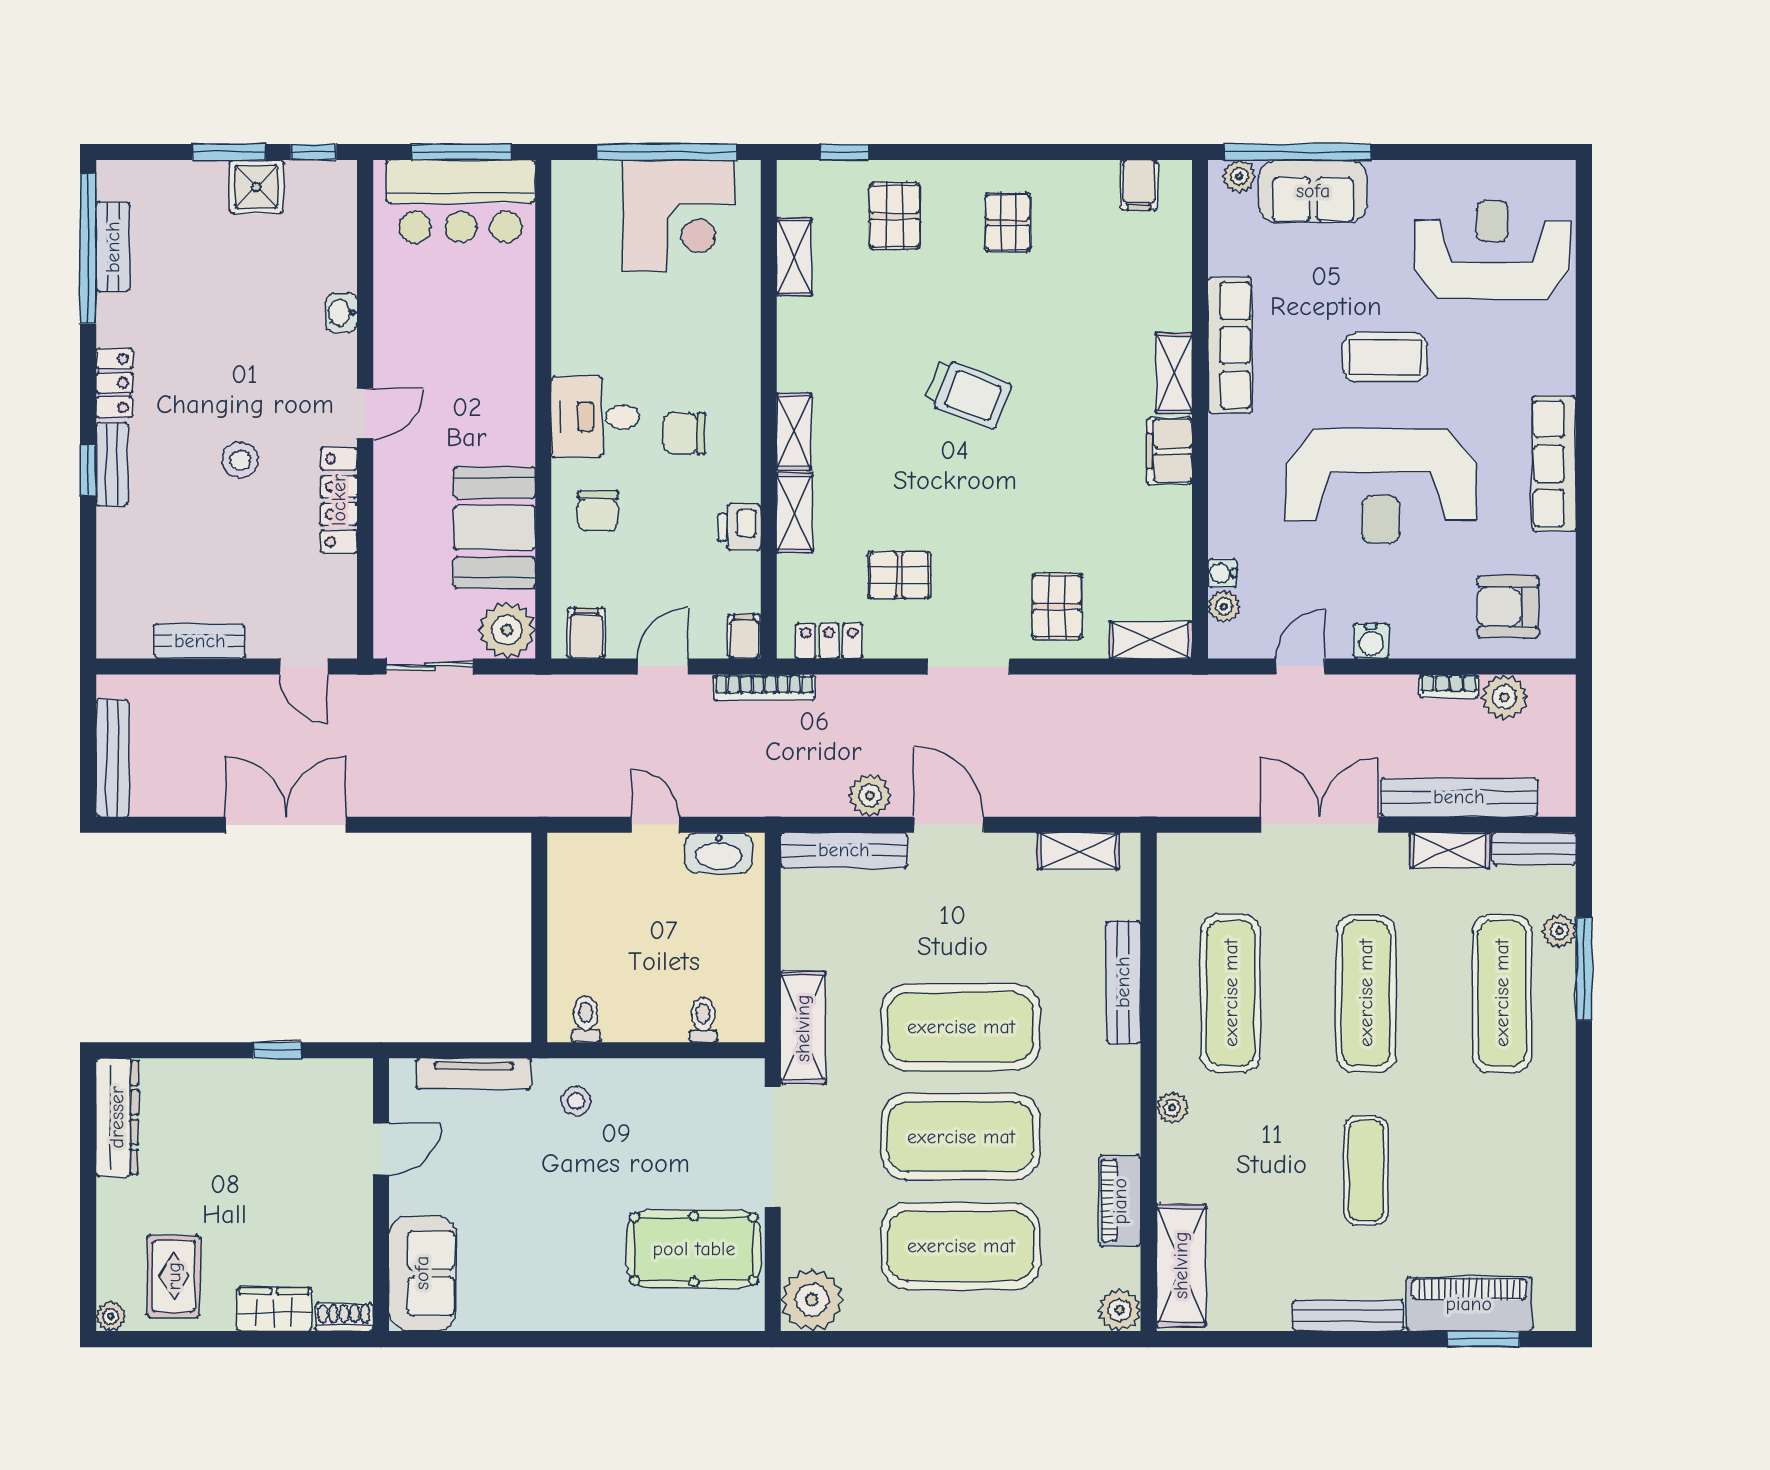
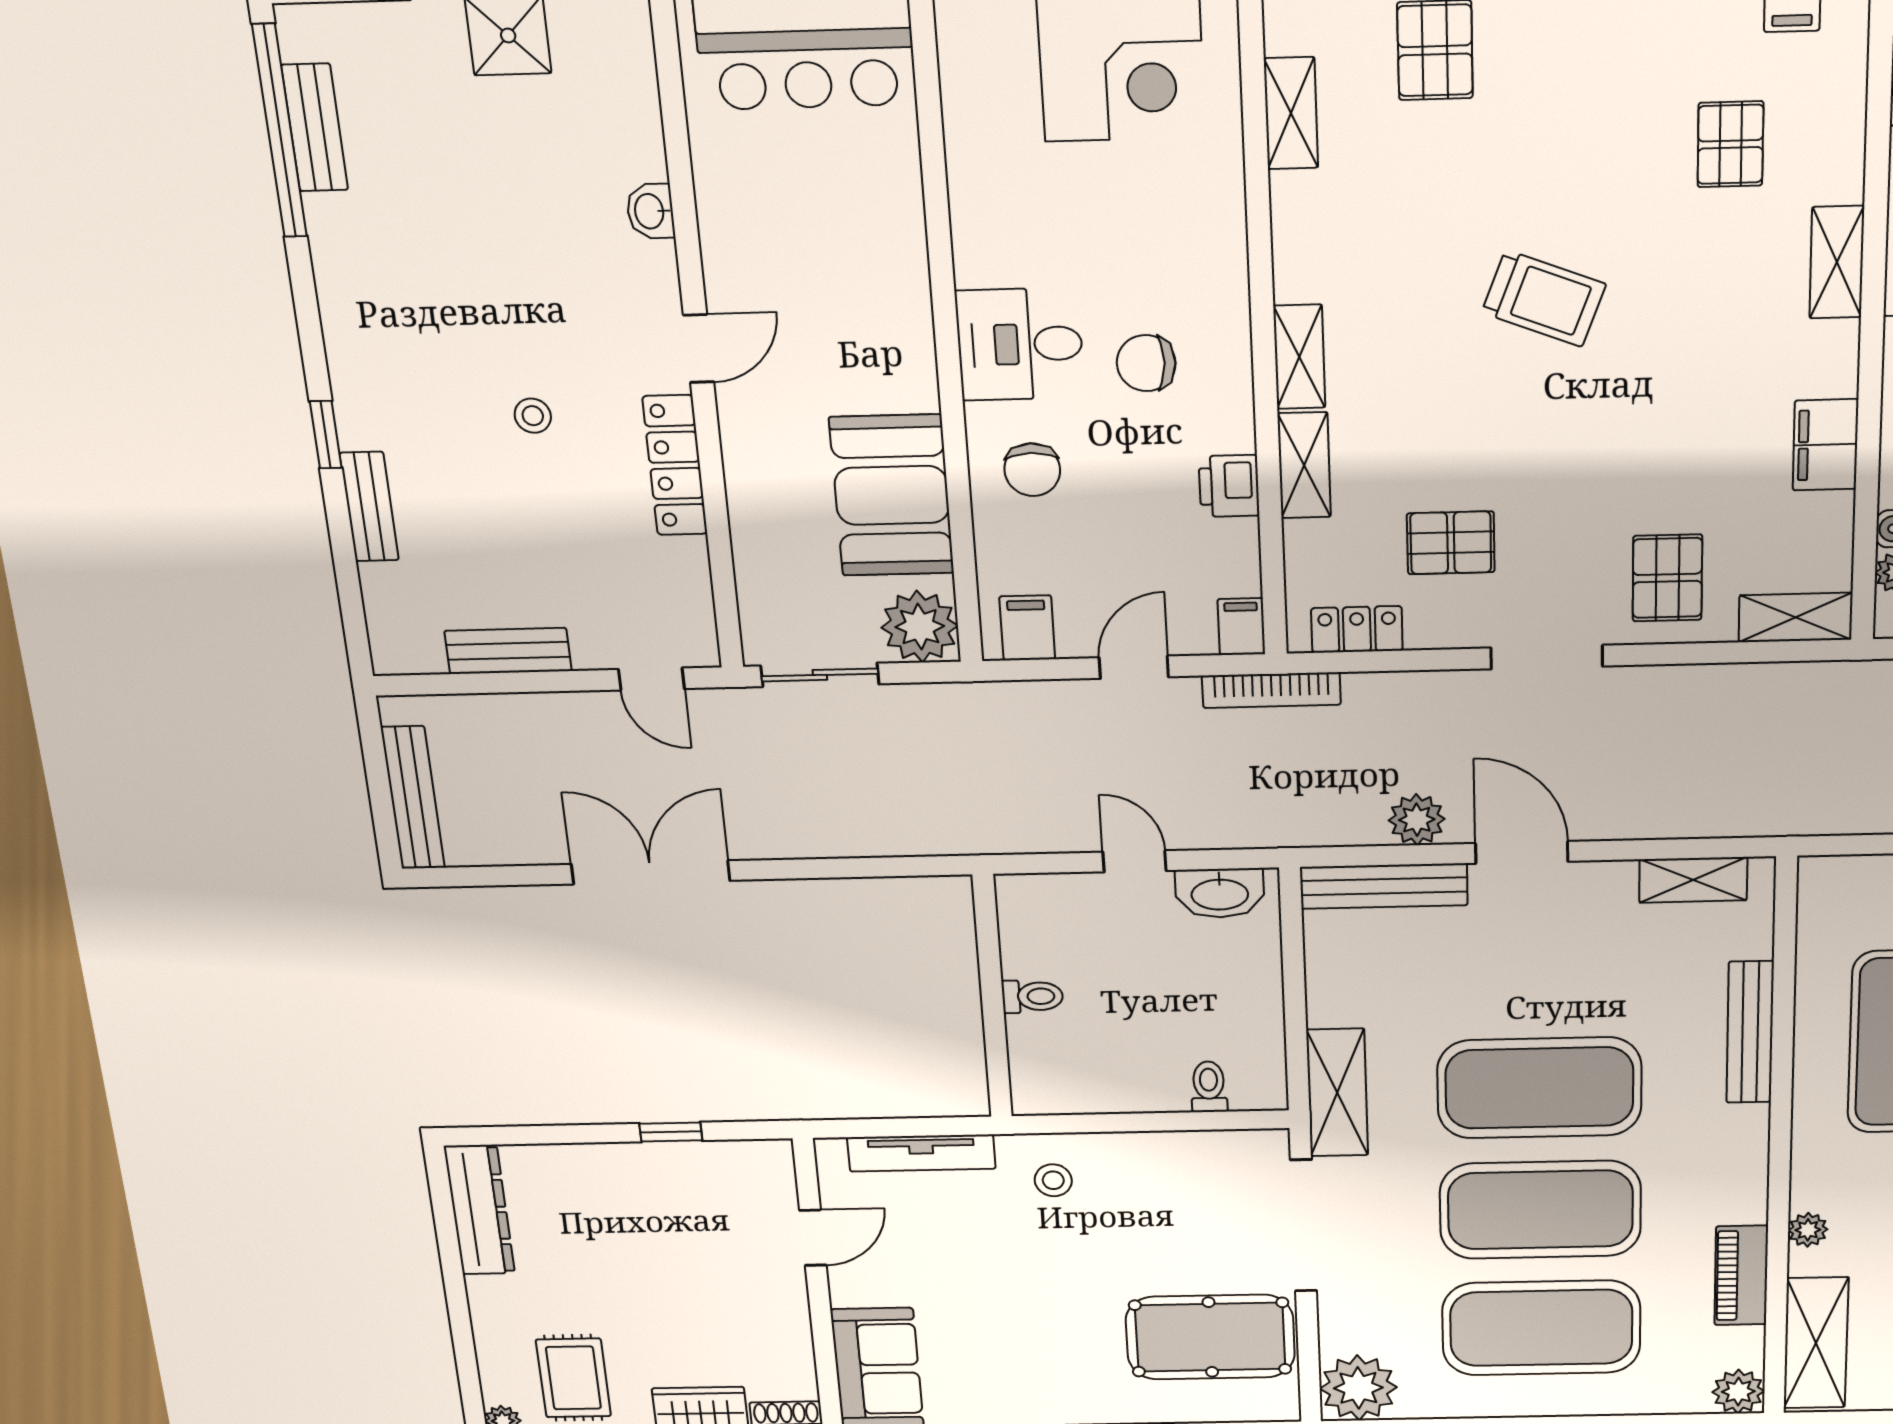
pallet: (1008, 222) -> (1730, 144), moved
locker: (114, 383) -> (344, 317), removed
filing cabinet: (1169, 451) -> (1825, 445), moved
stool: (240, 460) -> (533, 416), width x0.73, depth x0.73
bench: (112, 464) -> (369, 507), moved
toilet: (586, 1019) -> (1032, 996), moved, turned 90
plant: (1172, 1108) -> (1808, 1230), moved

